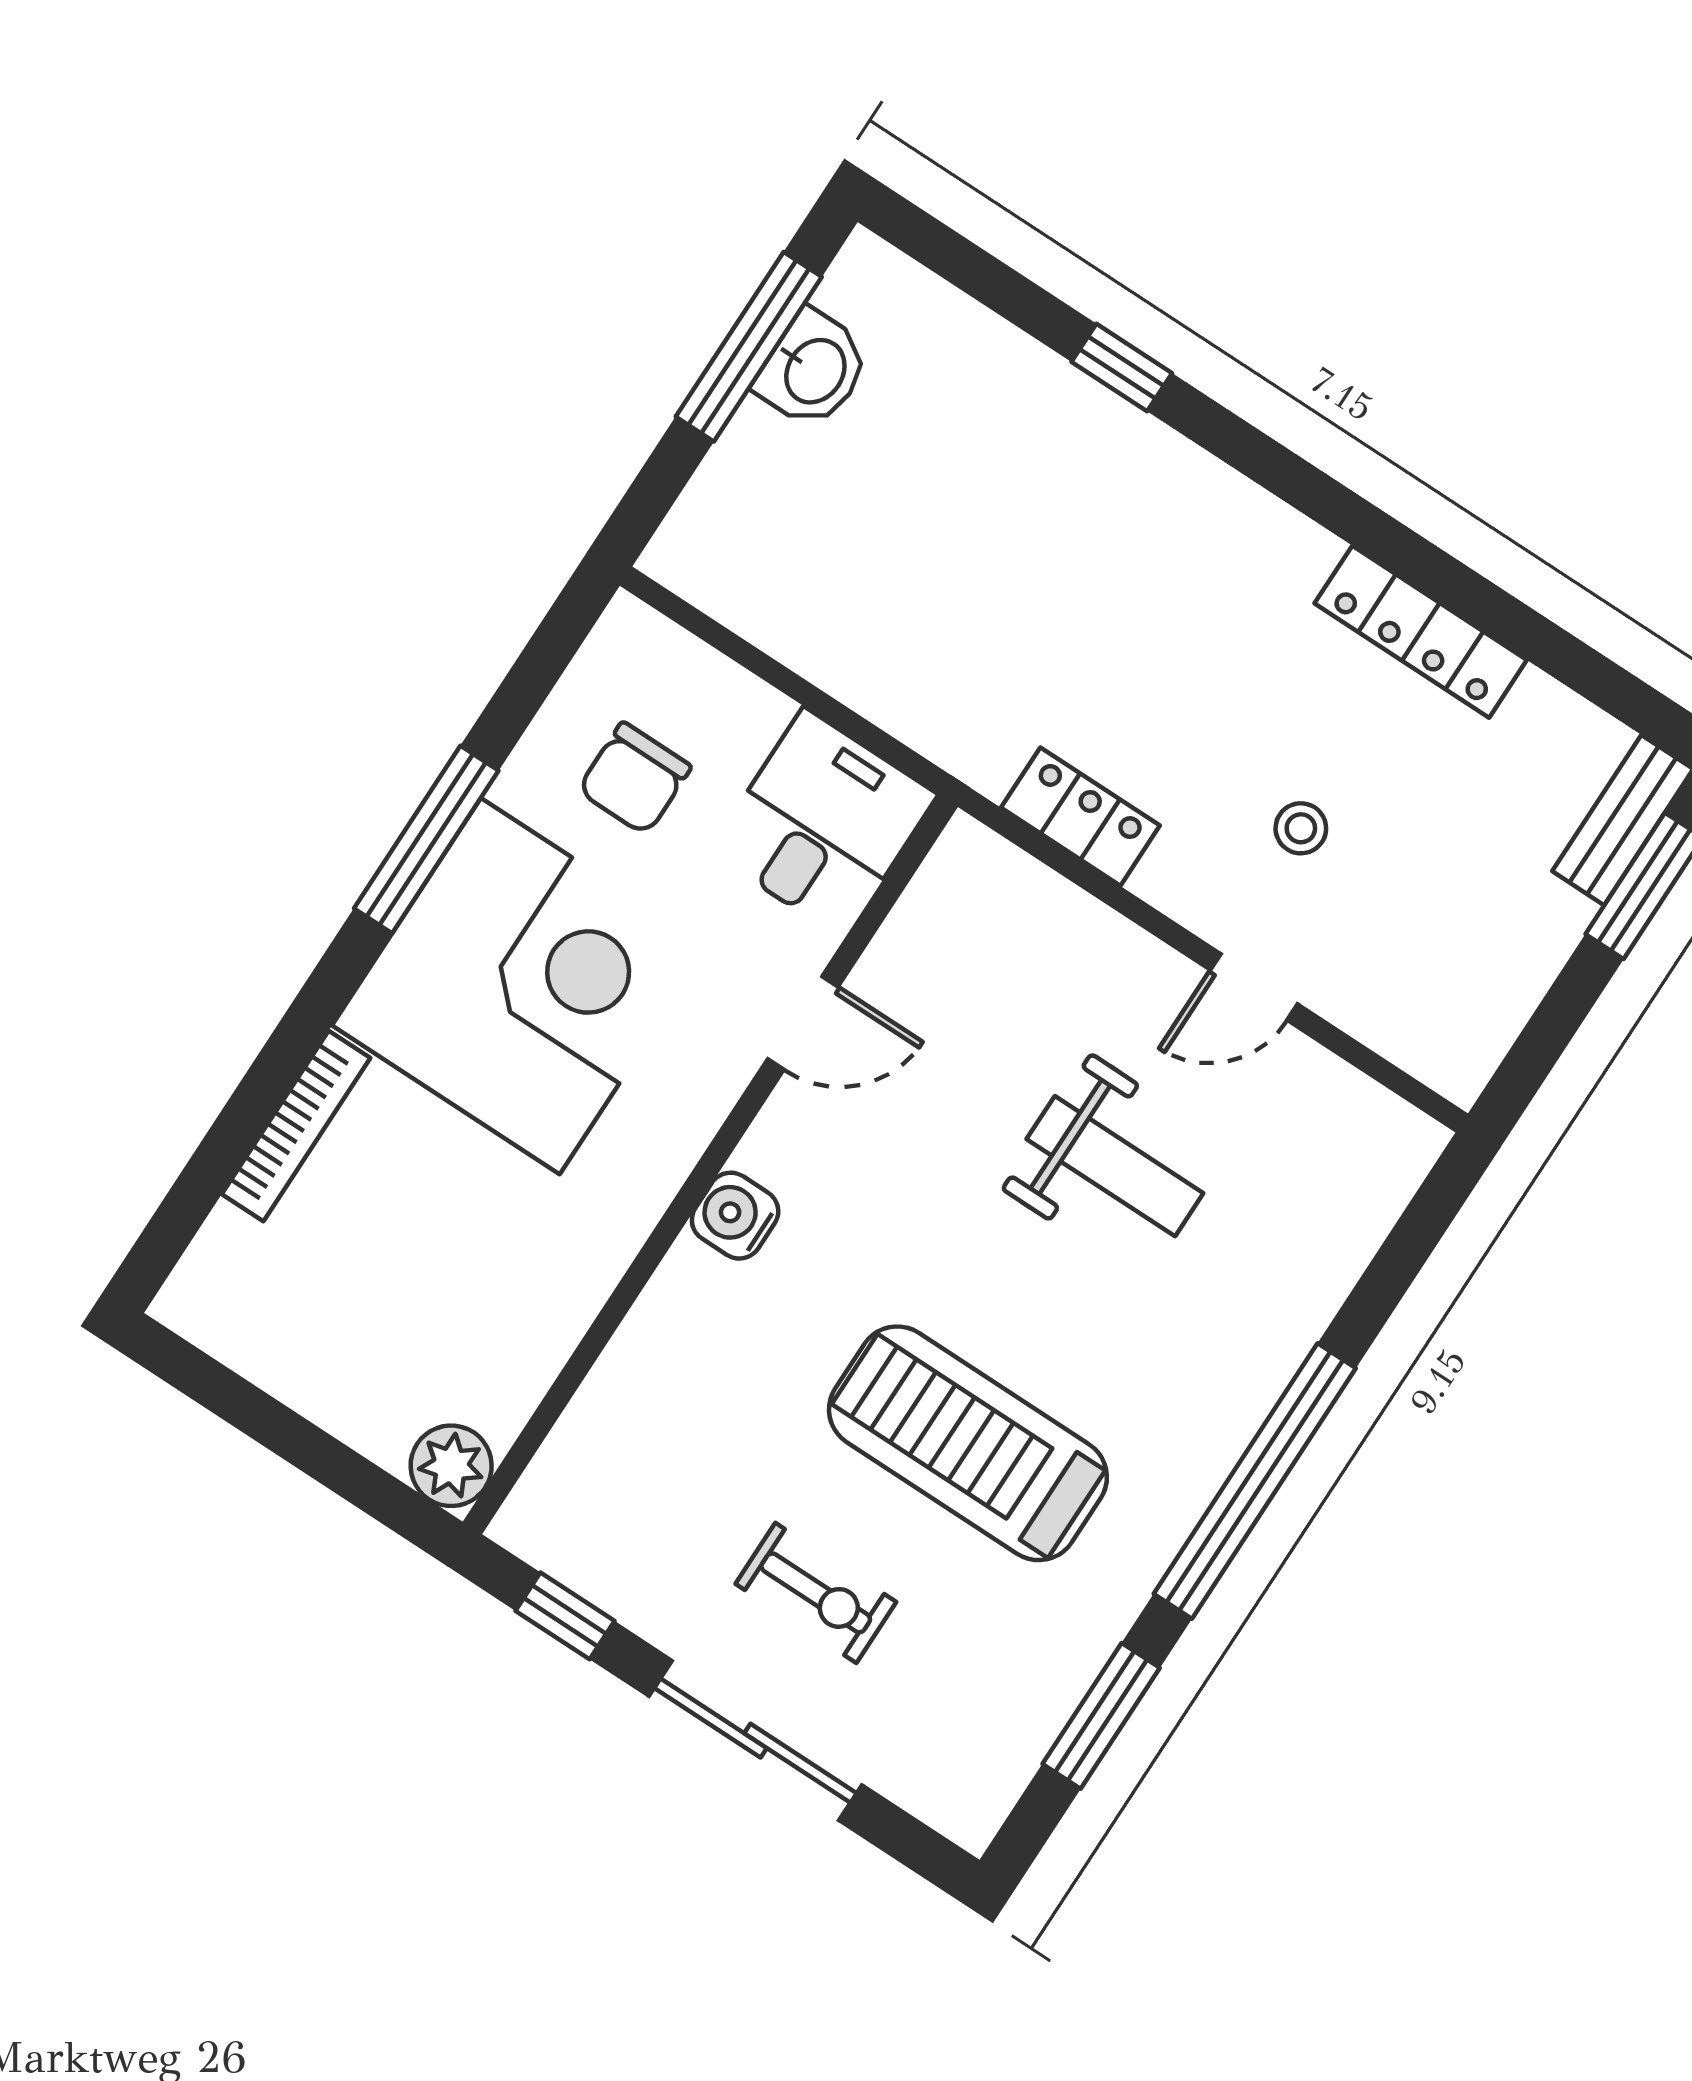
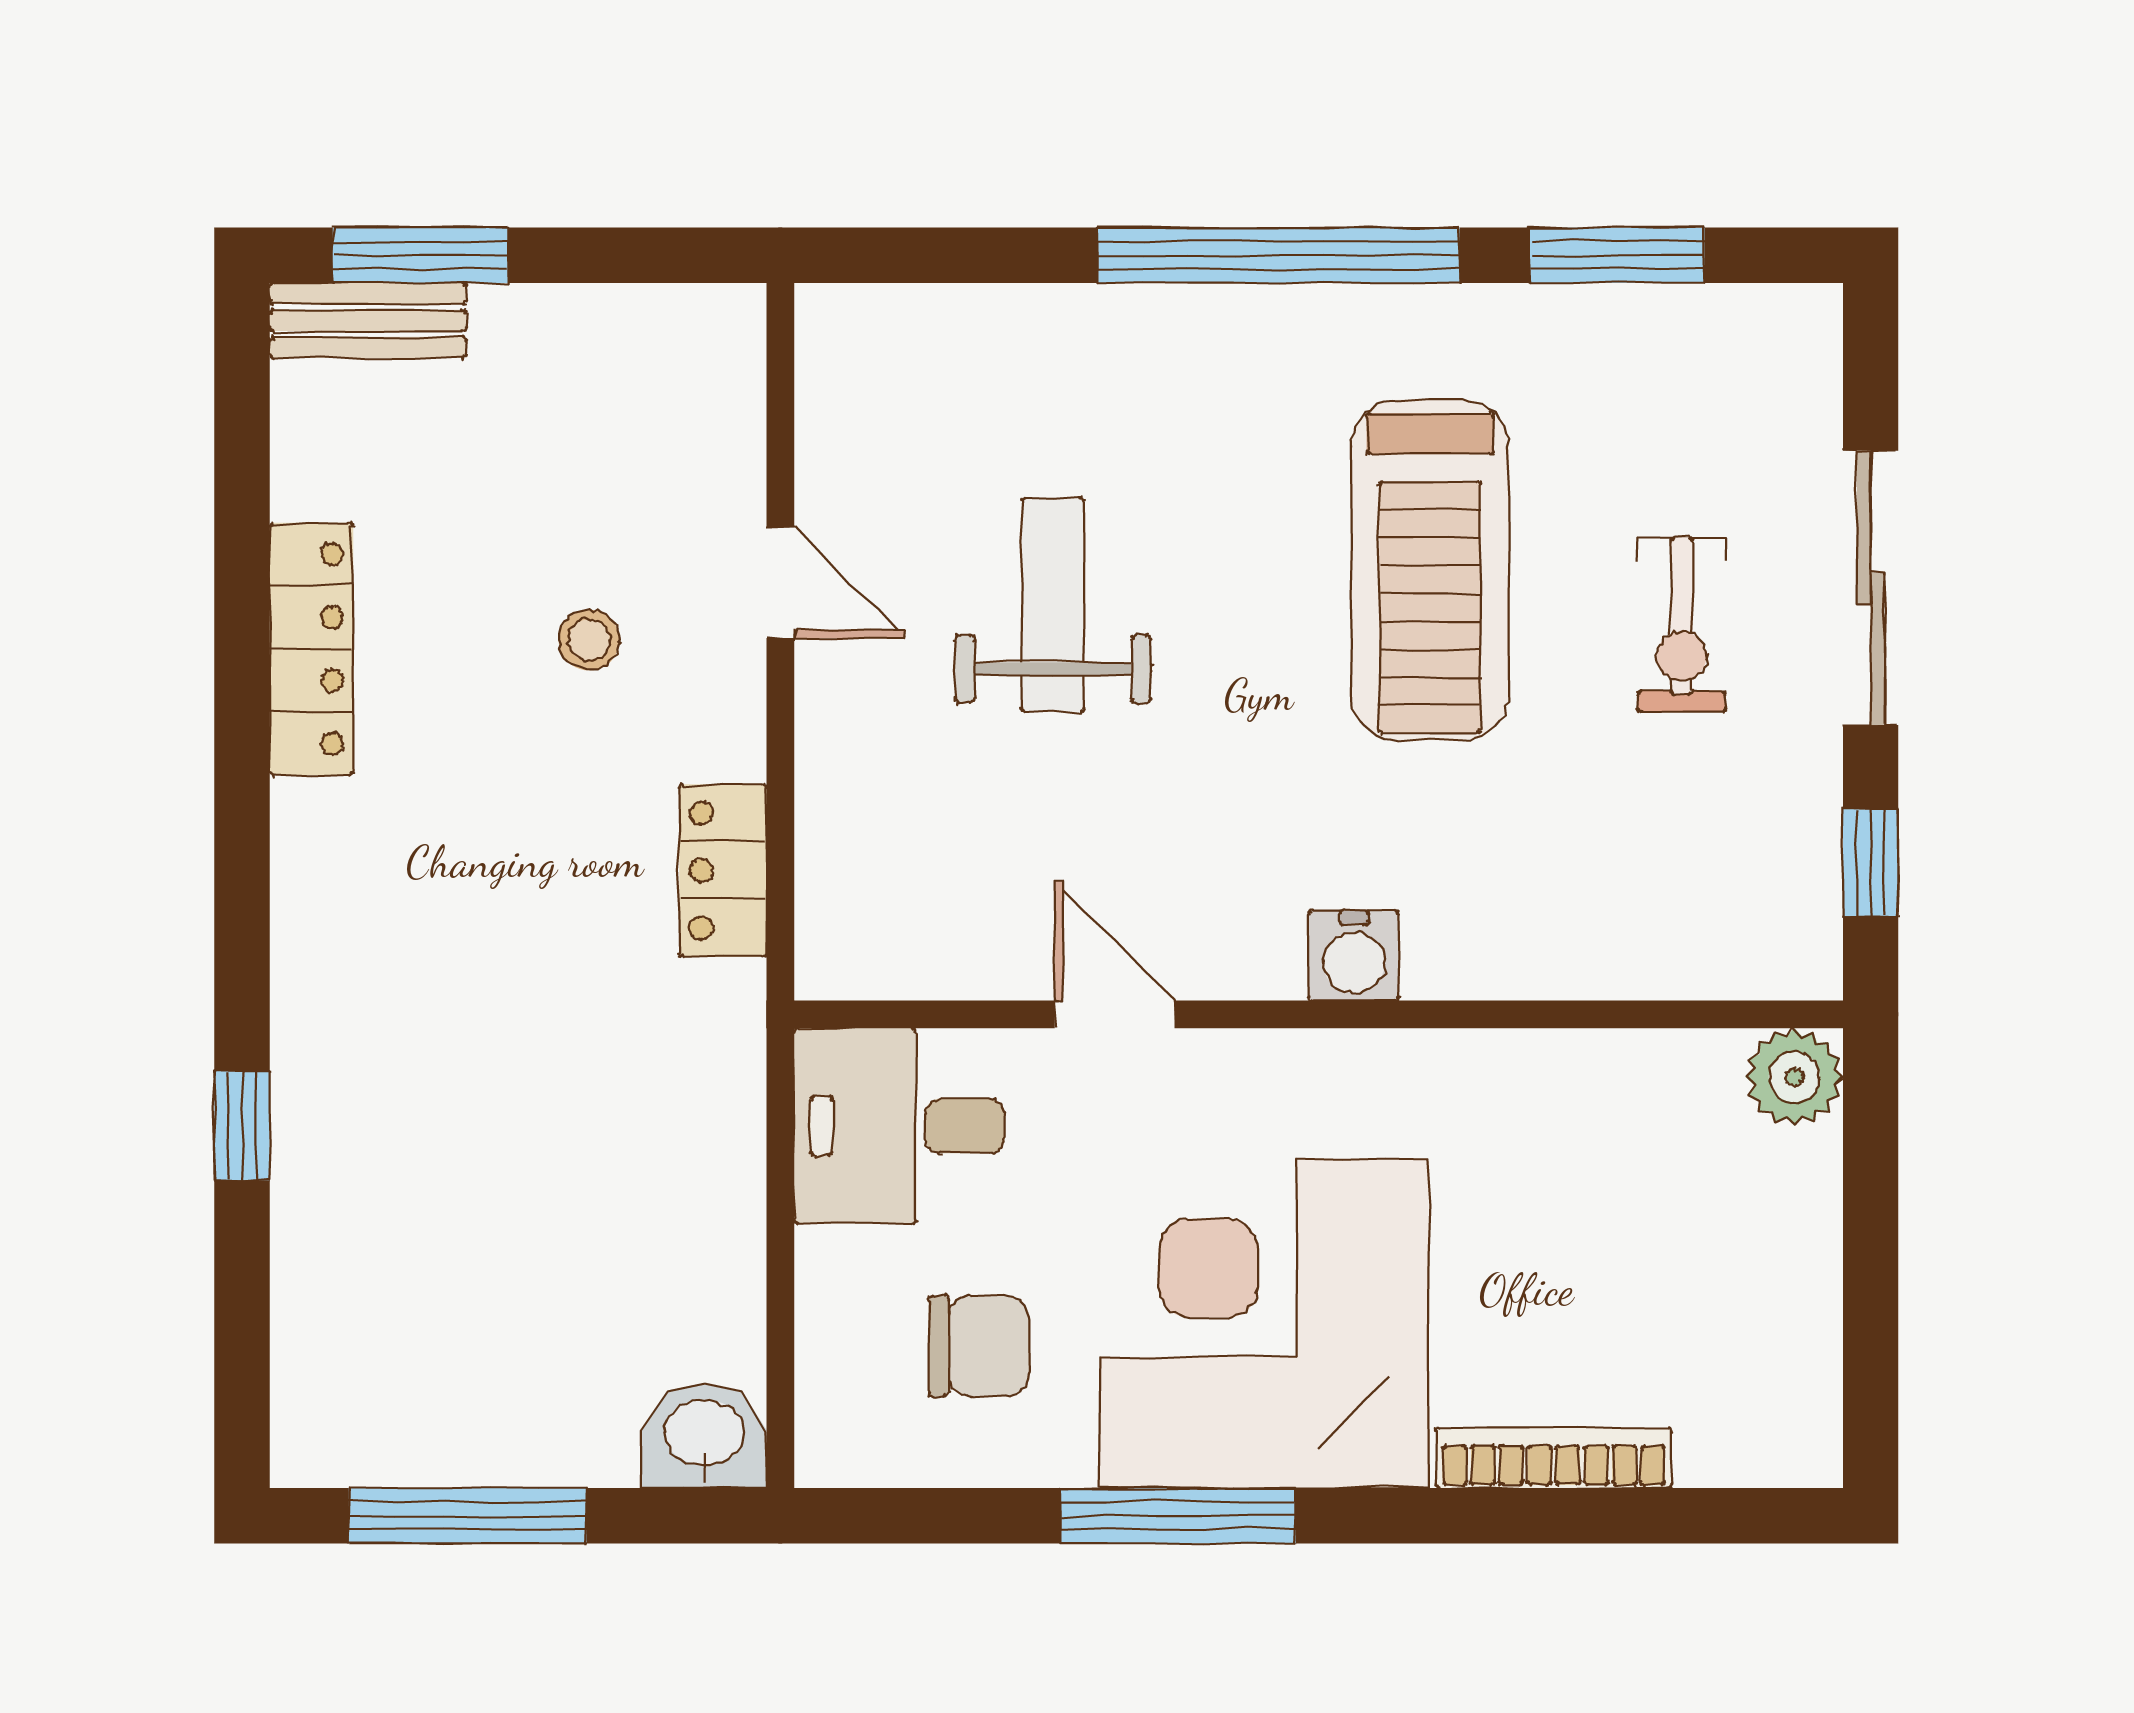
washbasin: (813, 370) -> (704, 1435), moved
exercise bike: (816, 1593) -> (1682, 625), turned 180

